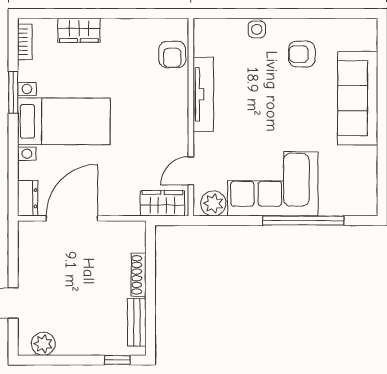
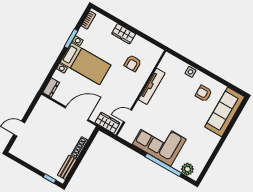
wardrobe: (79, 30) -> (124, 34), moved
armchair: (172, 54) -> (133, 63), moved
sofa: (358, 98) -> (225, 112), moved
plant: (213, 203) -> (187, 169), moved
door: (72, 218) -> (77, 114), moved
plant: (43, 344) -> (22, 153), removed

